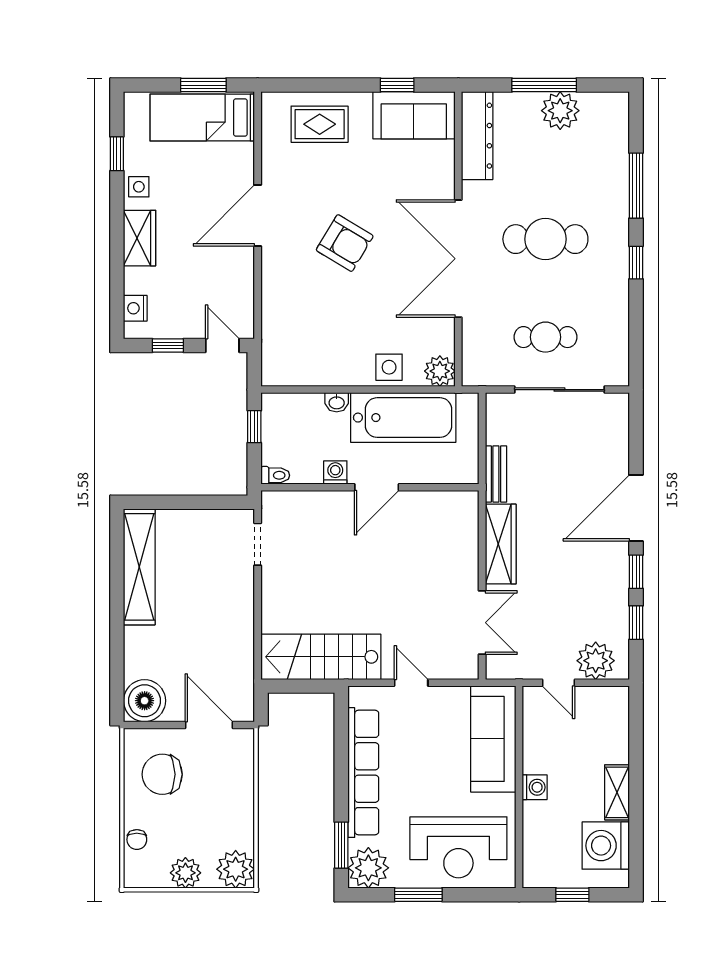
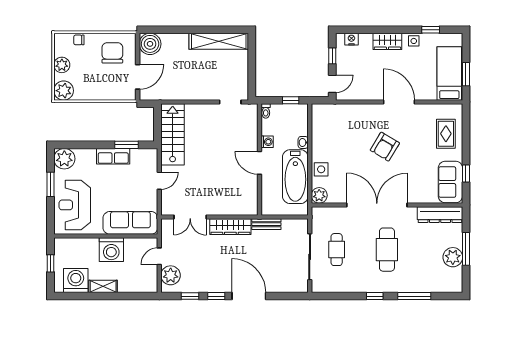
row of seats: (363, 773) -> (113, 156), width x0.50
washing machine: (535, 787) -> (111, 250), width x1.89, depth x1.89
window: (341, 845) -> (126, 145), moved

